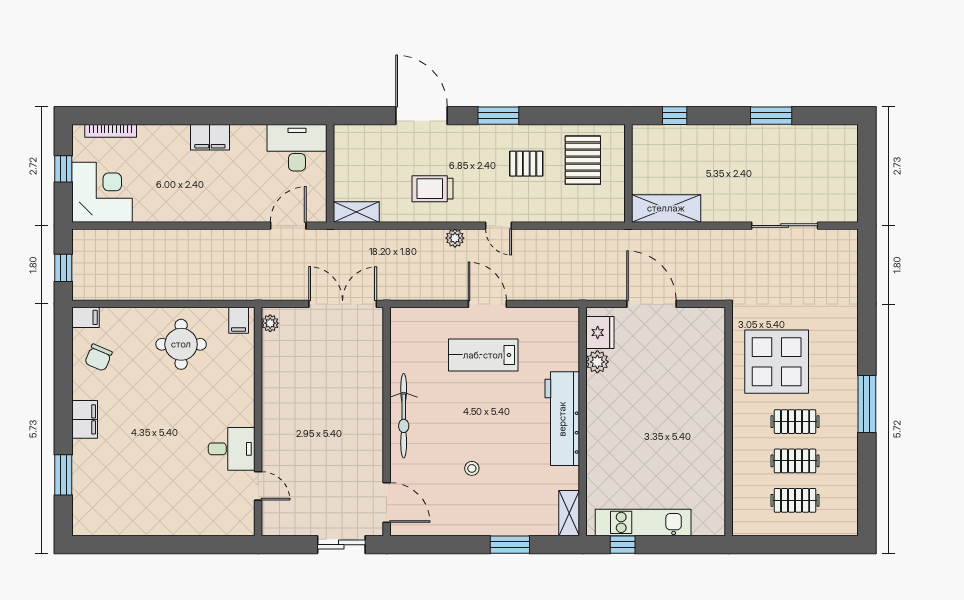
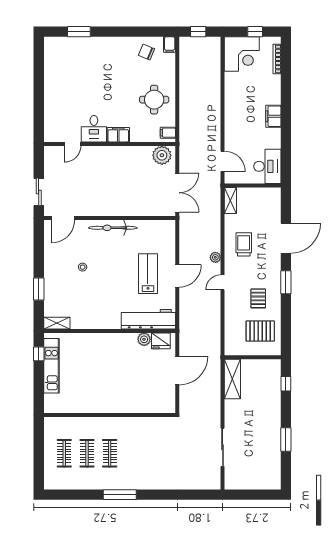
plant: (270, 323) -> (162, 155), width x1.88, depth x1.88
display table: (777, 362) -> (144, 443), removed
filing cabinet: (85, 419) -> (118, 135), moved, turned 180
workbench: (562, 419) -> (148, 319), moved

